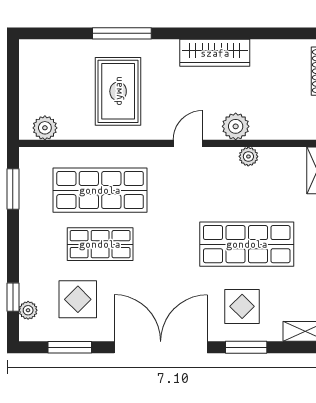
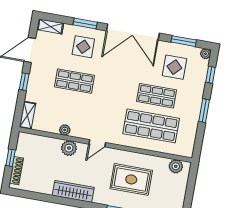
rug: (118, 91) -> (131, 179), turned 90
window: (13, 189) -> (204, 111), moved
shop shelf: (247, 244) -> (74, 81), width x0.70, depth x0.74
plant: (28, 310) -> (206, 54), moved

